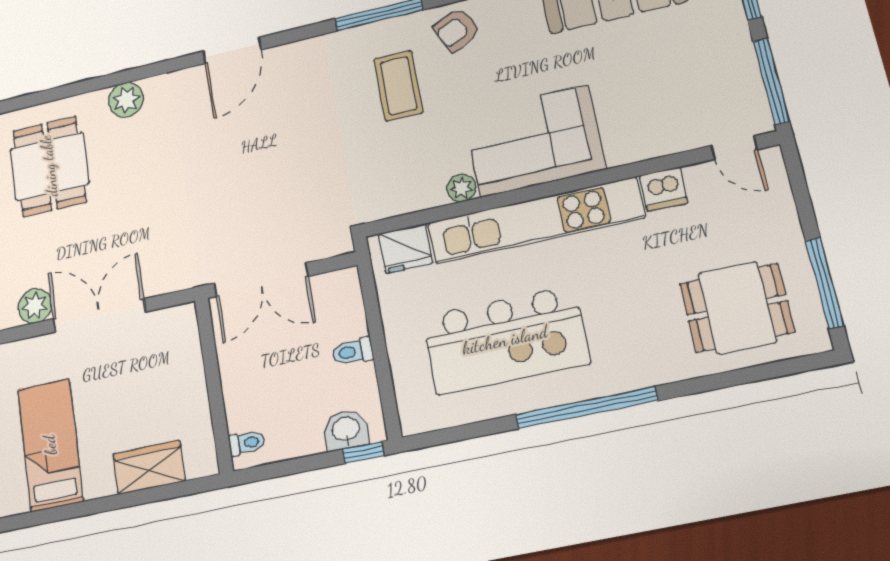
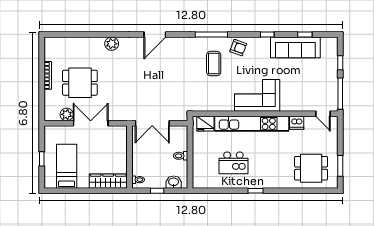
armchair: (457, 30) -> (238, 48), turned -135
dining table: (49, 166) -> (80, 83), moved, turned 90
plant: (461, 188) -> (229, 106), removed
window: (824, 283) -> (340, 166), width x0.69
kitchen island: (505, 340) -> (233, 163), width x0.54, depth x0.78
window: (586, 408) -> (255, 191), width x0.32
window: (363, 452) -> (157, 191), moved
wardrobe: (149, 467) -> (108, 181), width x1.50

